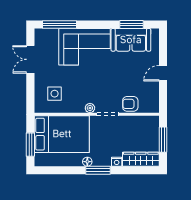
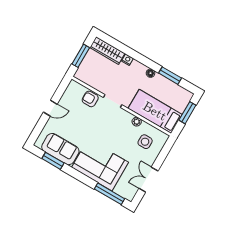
double door: (30, 59) -> (148, 180), swing flipped
armchair: (130, 104) -> (90, 99), turned 180
plant: (90, 108) -> (137, 122), moved
bed: (62, 134) -> (155, 111), width x0.67
window: (98, 170) -> (170, 76), moved

